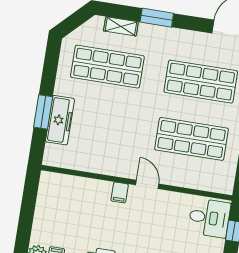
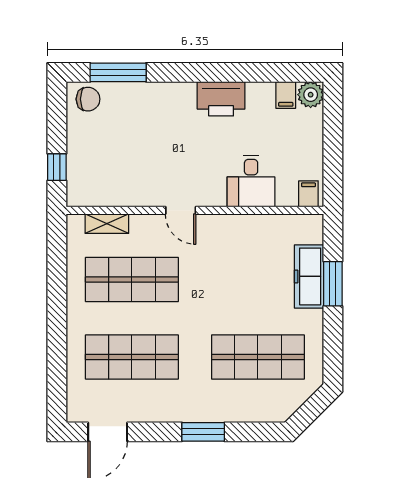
shelving: (121, 26) -> (107, 224), moved
filing cabinet: (120, 192) -> (308, 194), moved
desk: (209, 218) -> (251, 181), moved, turned -90

